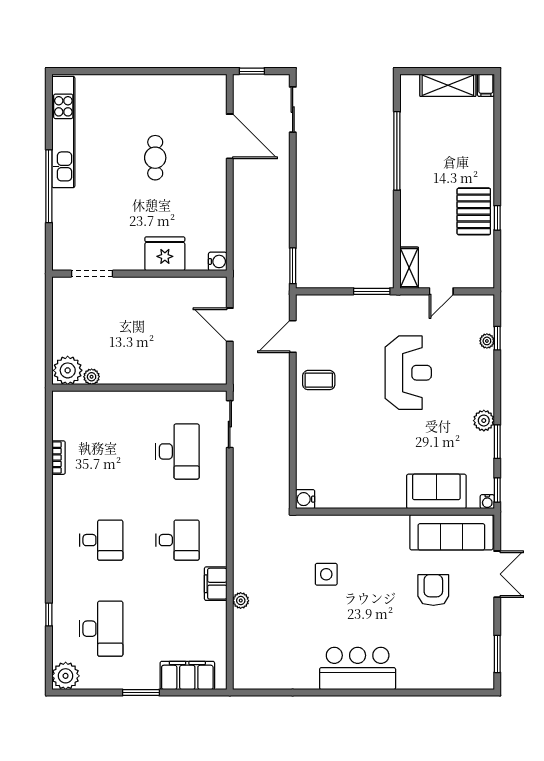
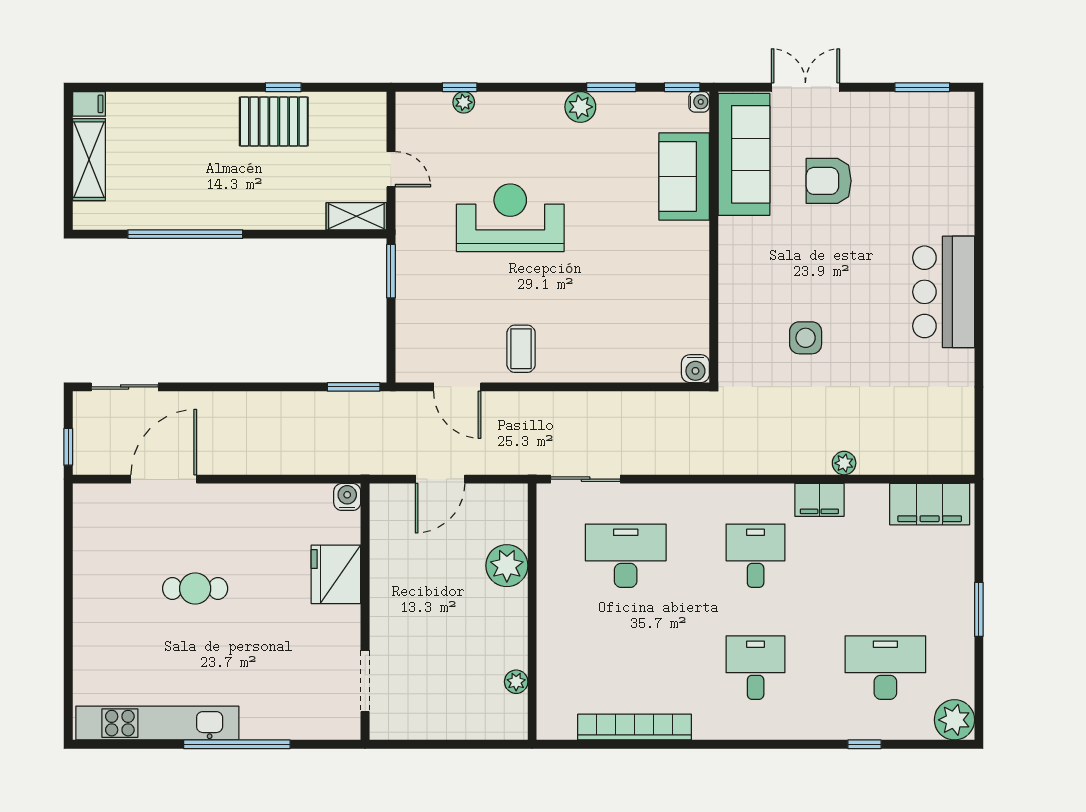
plant: (68, 370) -> (507, 566), moved
bookcase: (59, 458) -> (635, 727), width x2.31, depth x1.31
filing cabinet: (187, 675) -> (930, 504), moved, turned -90

